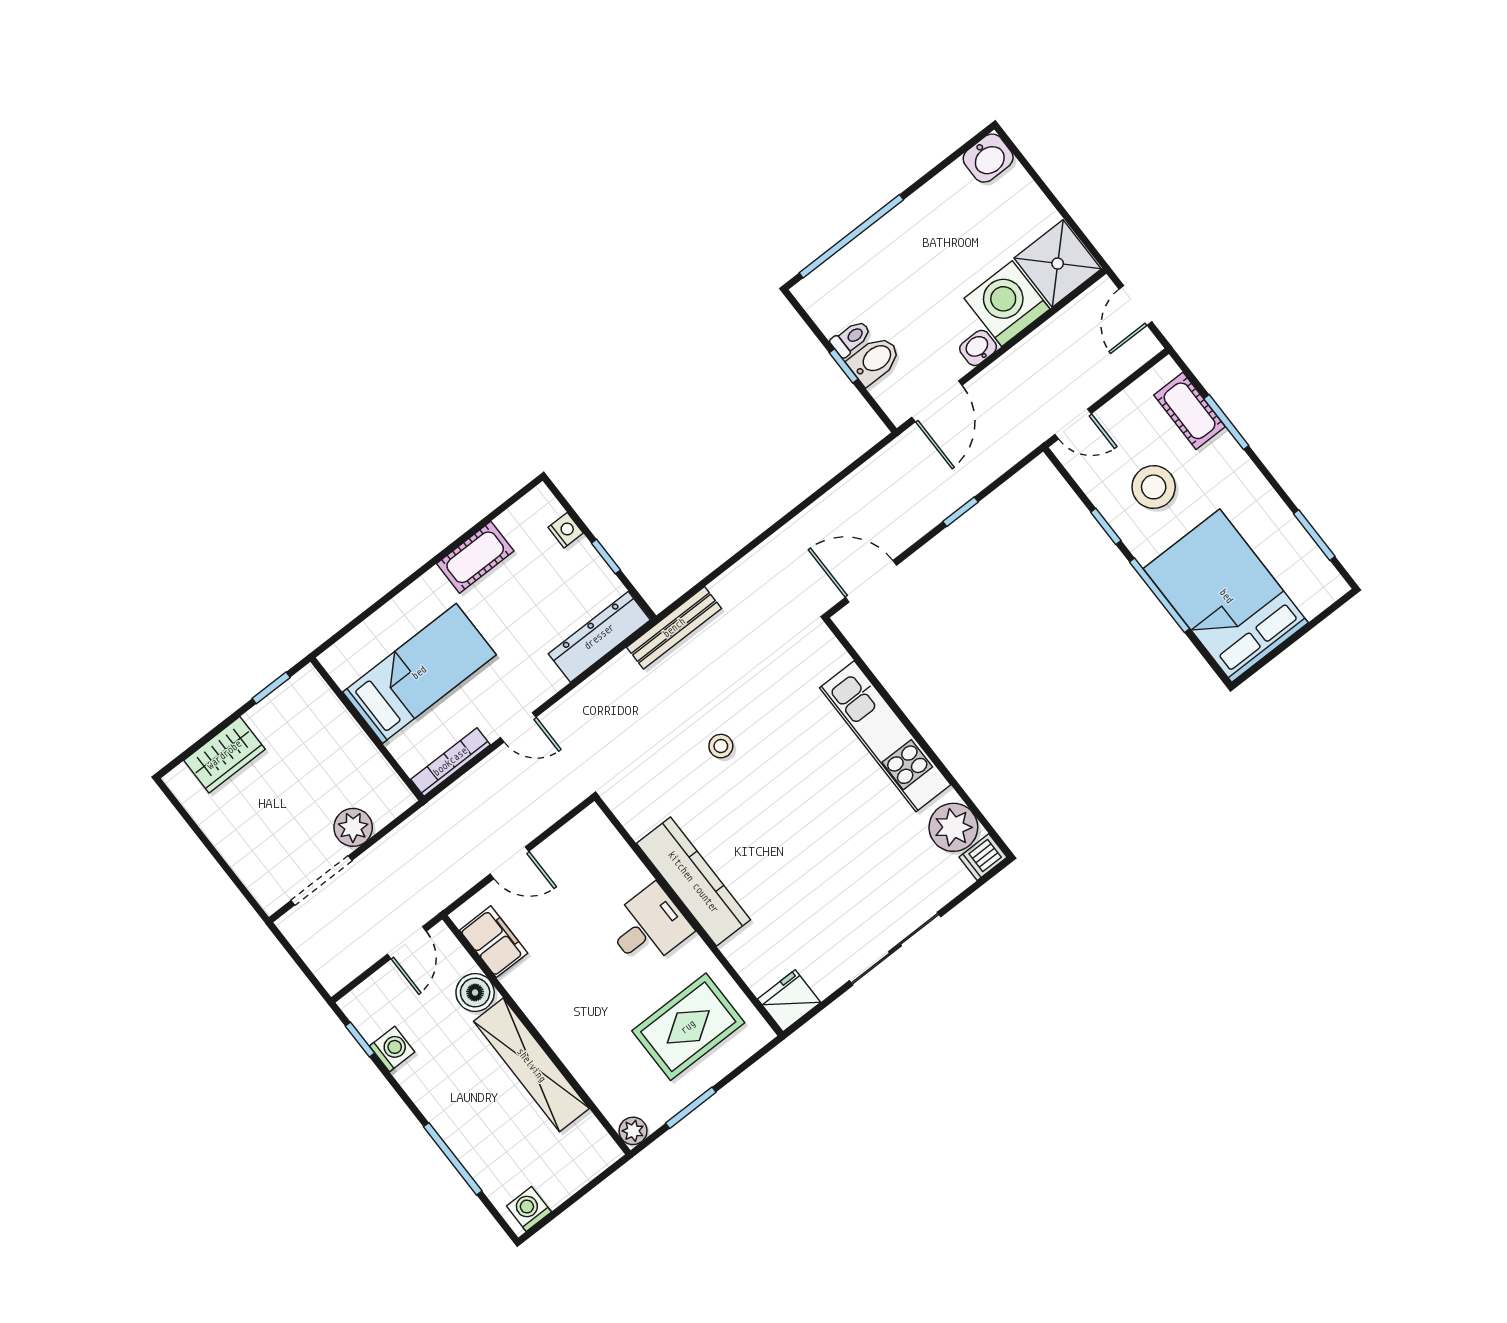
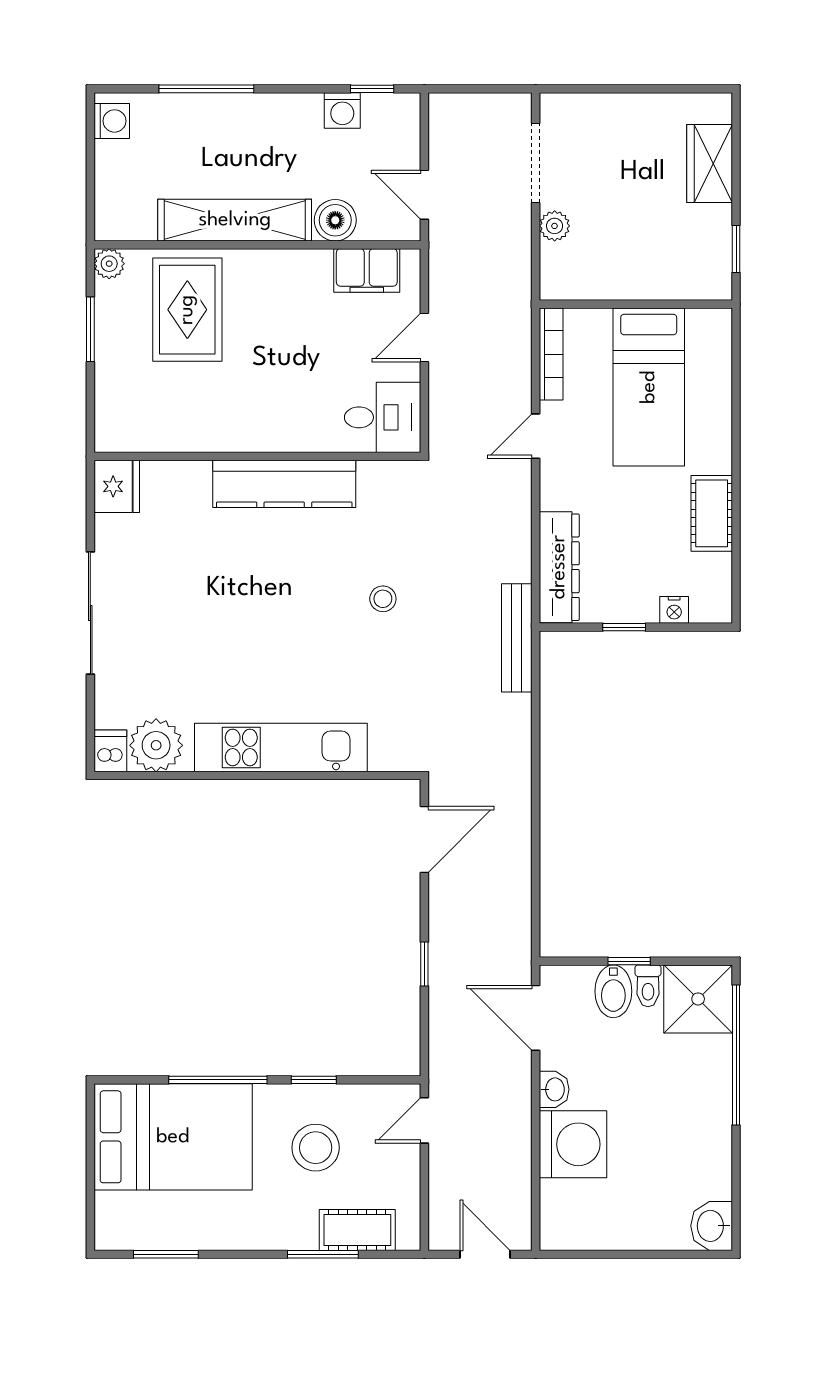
shower: (1058, 264) -> (698, 999), moved
plant: (353, 827) -> (555, 226), width x0.73, depth x0.73
desk: (649, 927) -> (383, 417), moved, turned -90
rug: (688, 1027) -> (187, 310), moved

